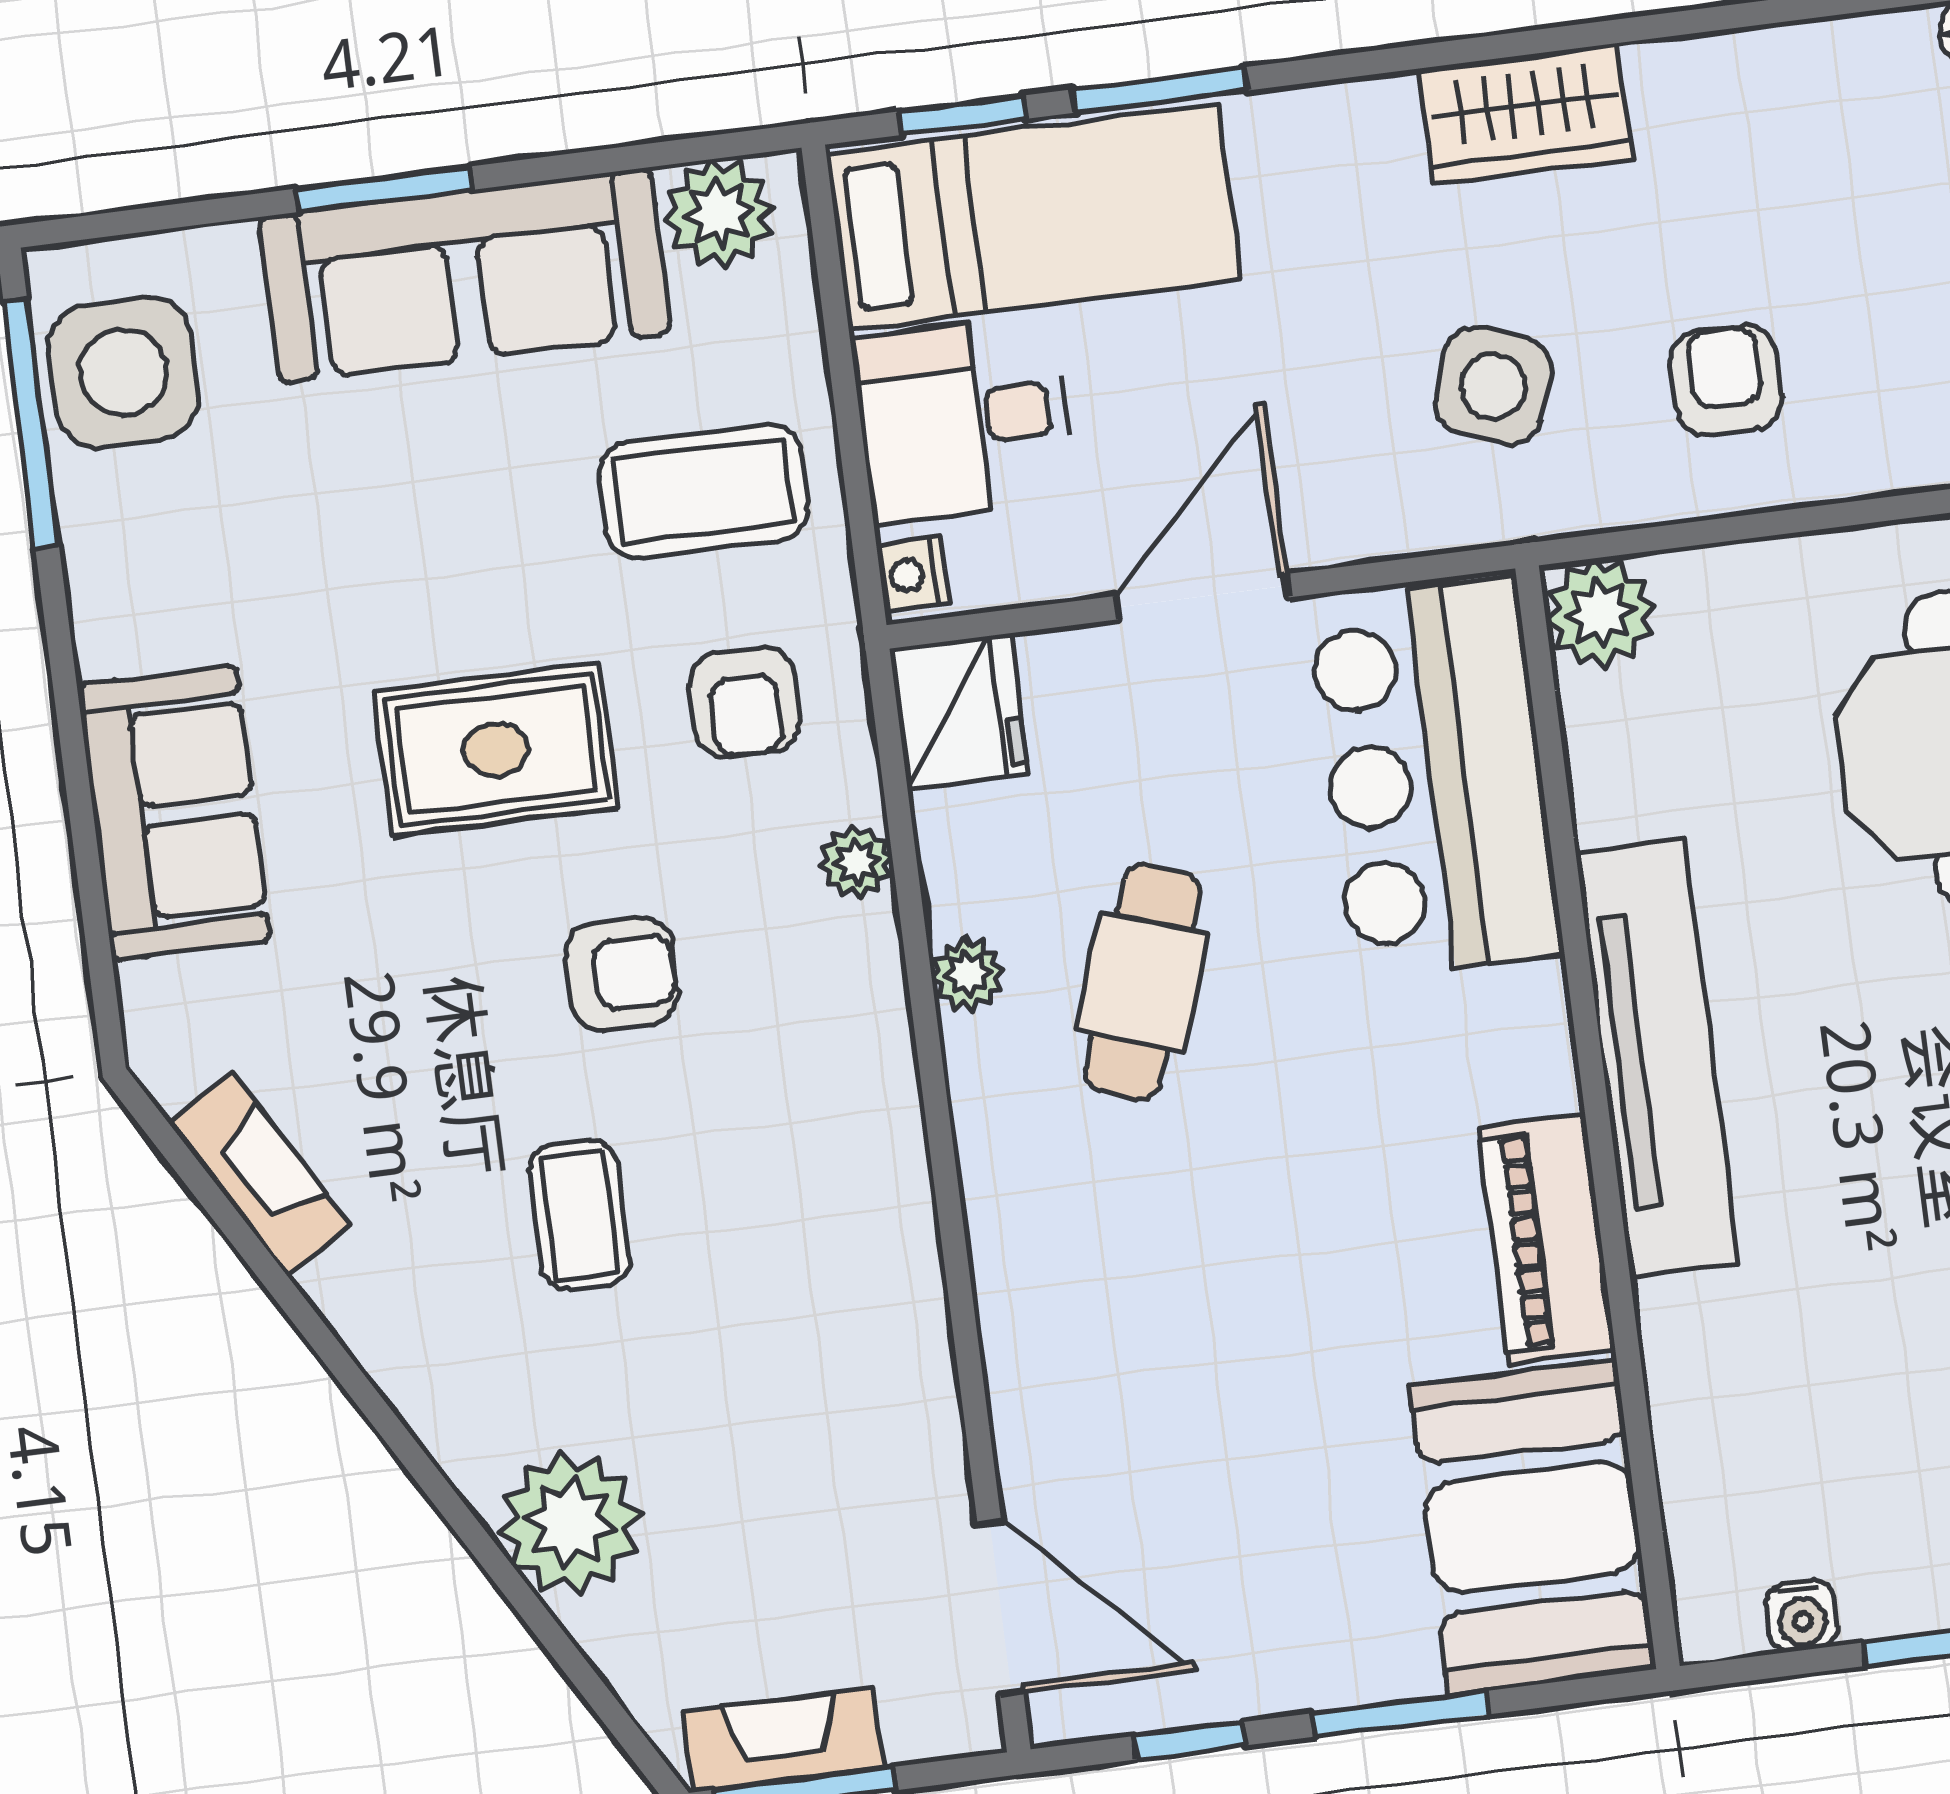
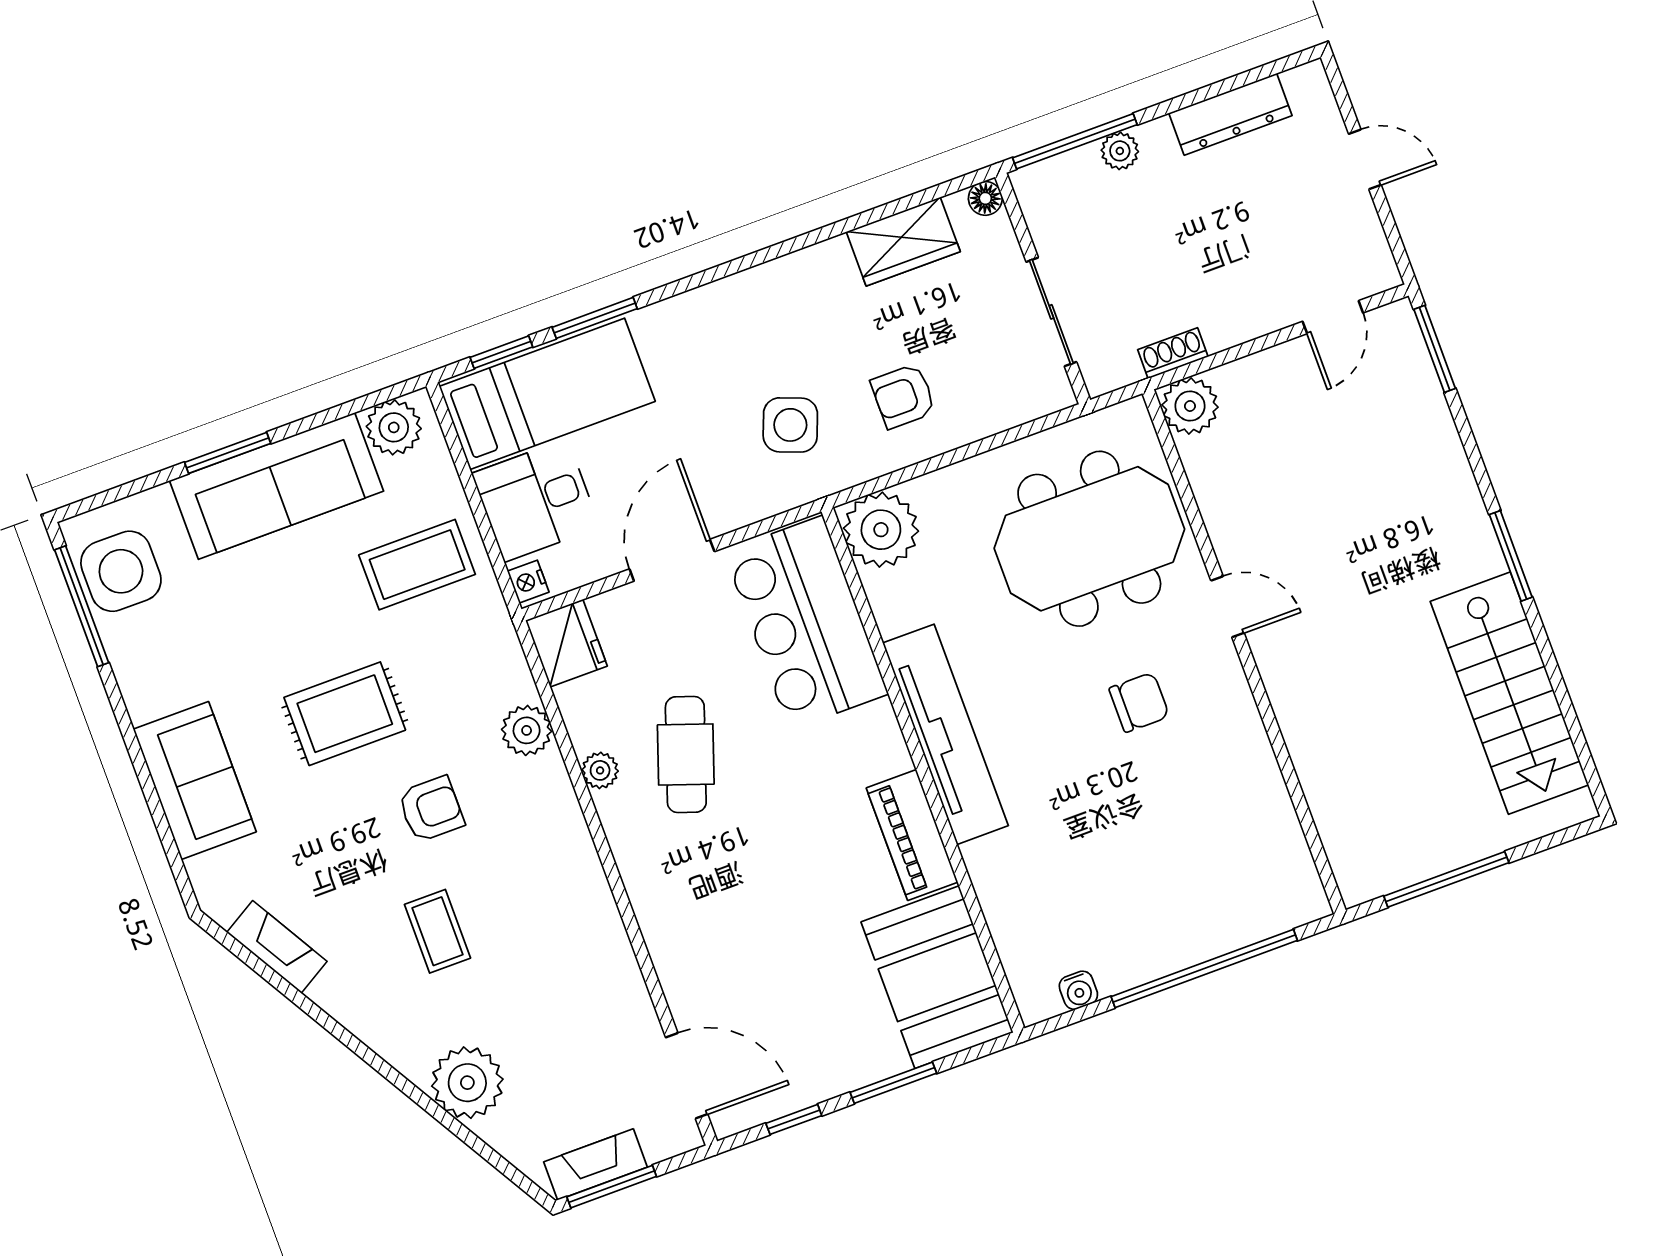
wardrobe: (1525, 114) -> (903, 242), moved
armchair: (1726, 380) -> (903, 396), turned -90
plant: (1600, 613) -> (881, 530), width x1.36, depth x1.36
armchair: (745, 703) -> (461, 663), removed
plant: (856, 862) -> (527, 730), width x1.38, depth x1.38

